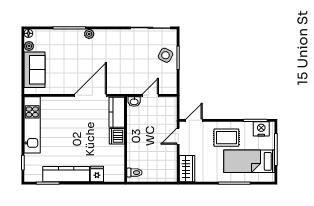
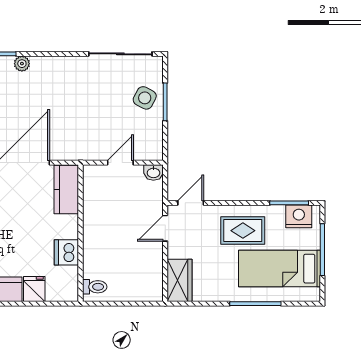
washbasin: (134, 102) -> (153, 172), moved
dishwasher: (117, 136) -> (66, 252), moved

